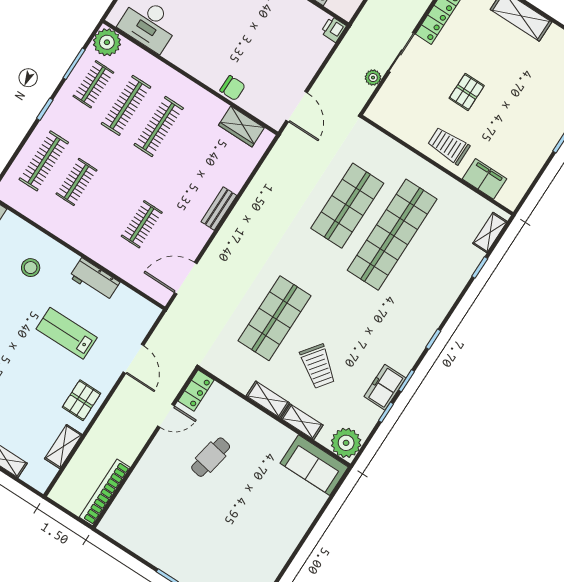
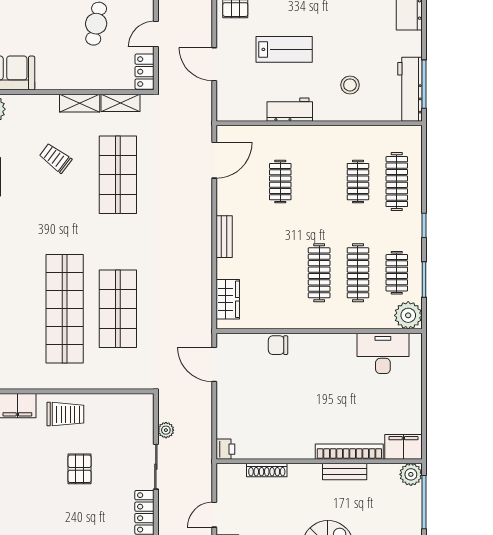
wardrobe: (241, 127) -> (228, 299), moved, turned 90
trolley: (318, 366) -> (55, 158), width x0.73, depth x0.72
shelving: (302, 422) -> (121, 103), moved

